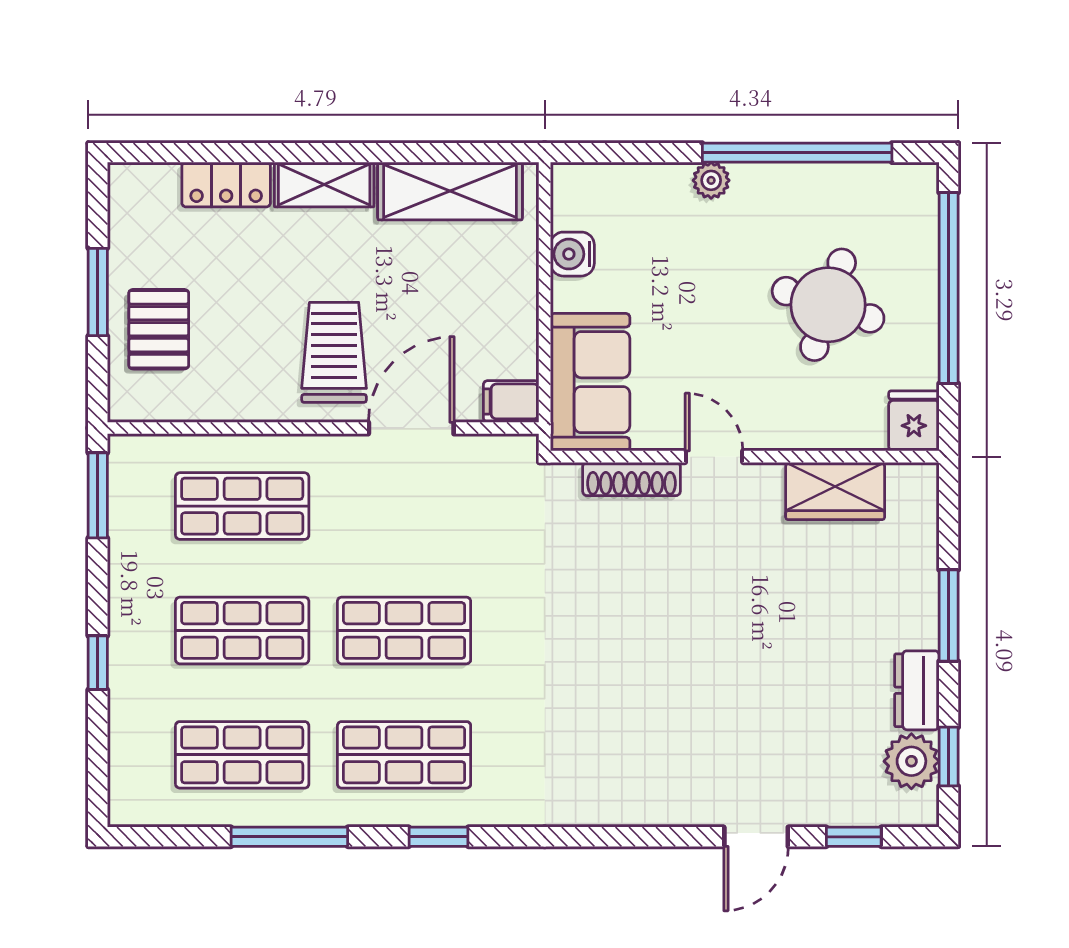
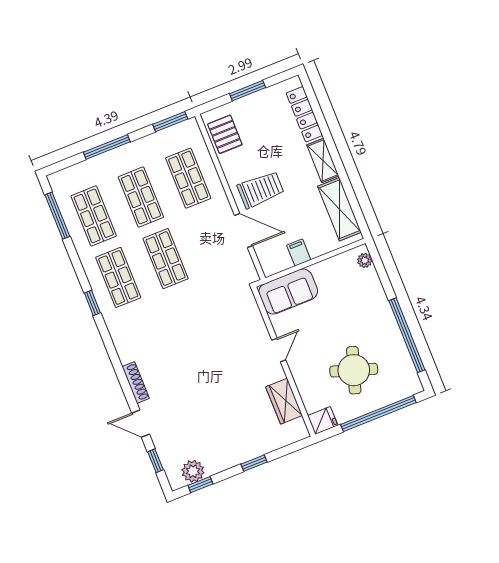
plant: (711, 180) -> (365, 260), moved
locker: (226, 185) -> (304, 114), width x1.53
water cooler: (572, 254) -> (334, 265), removed
pallet: (159, 329) -> (225, 134), moved, turned 90
filing cabinet: (511, 401) -> (299, 252), moved
shoe rack: (631, 479) -> (136, 383), moved, turned 180
window: (949, 615) -> (254, 463), width x0.67
window: (98, 663) -> (107, 147), width x2.17
dresser: (917, 690) -> (221, 463), removed
window: (289, 837) -> (57, 216), moved

